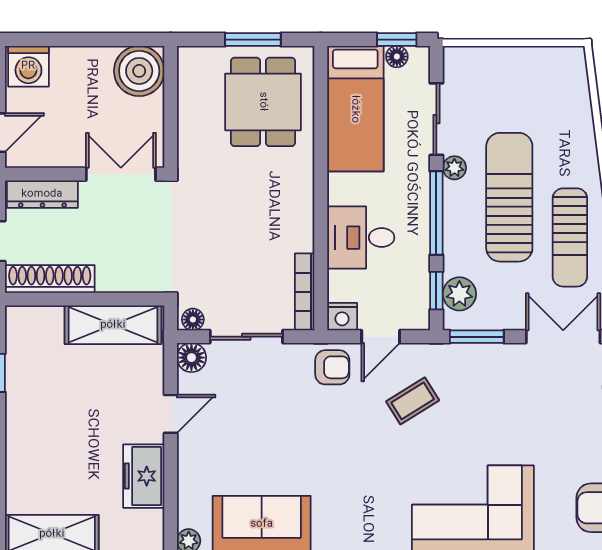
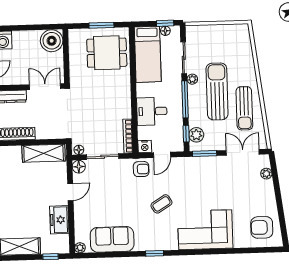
dining table: (263, 102) -> (107, 53), turned 90
coffee table: (413, 401) -> (161, 204), moved

